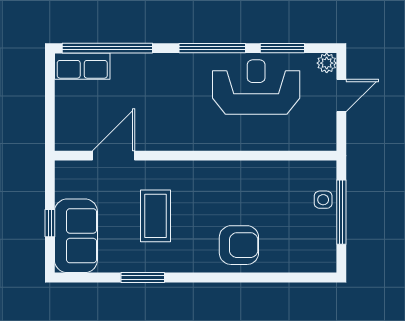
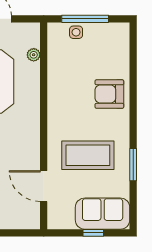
plant: (292, 142) -> (34, 55), added
coffee table: (155, 216) -> (88, 155), width x1.36, depth x1.32
armchair: (239, 245) -> (109, 94), turned -90

